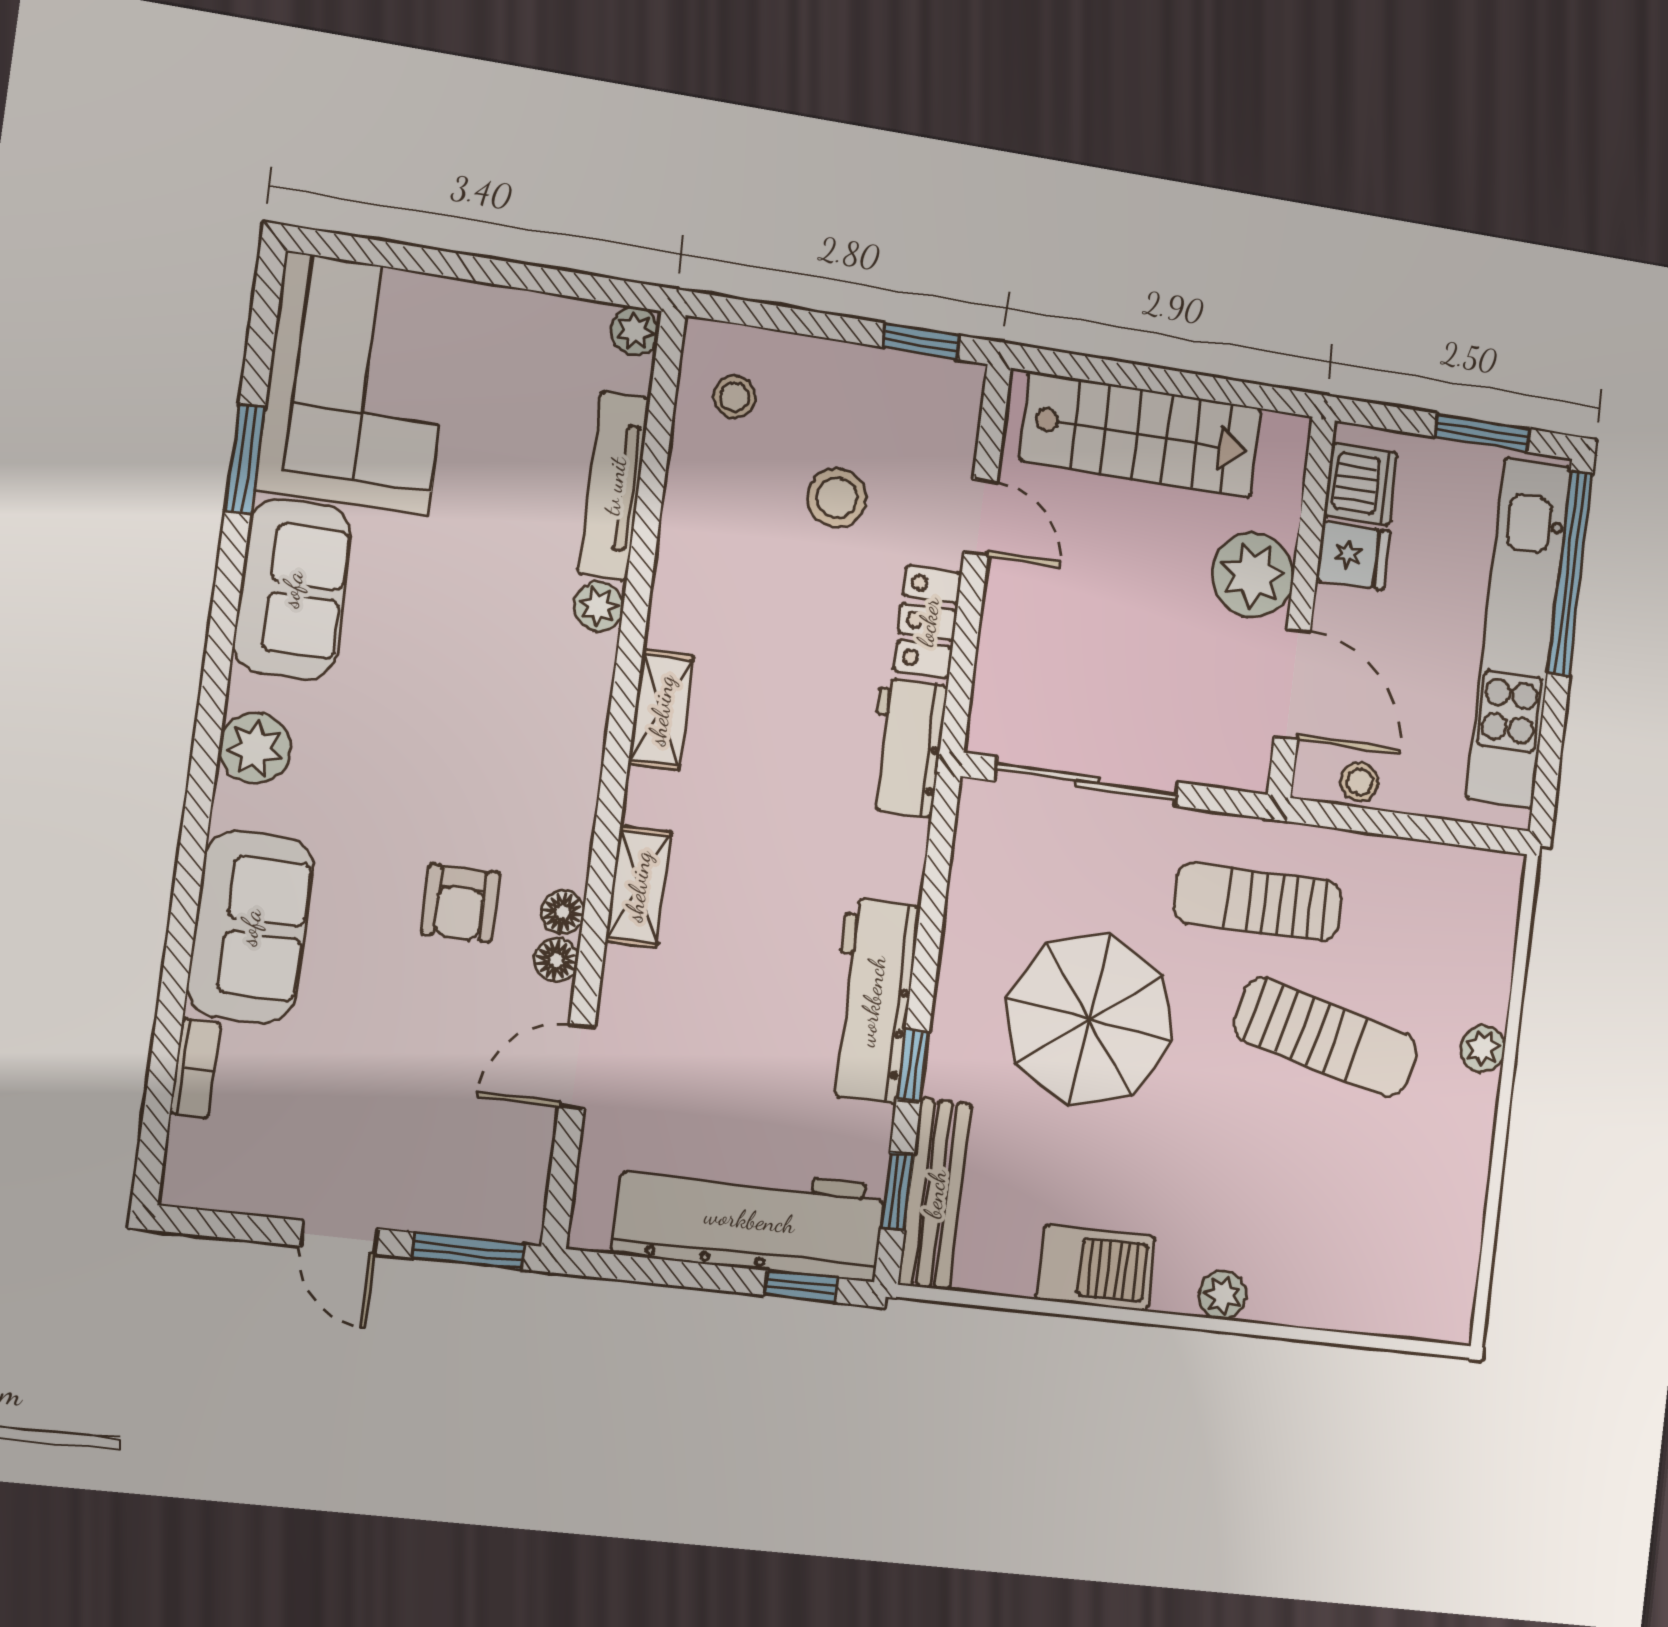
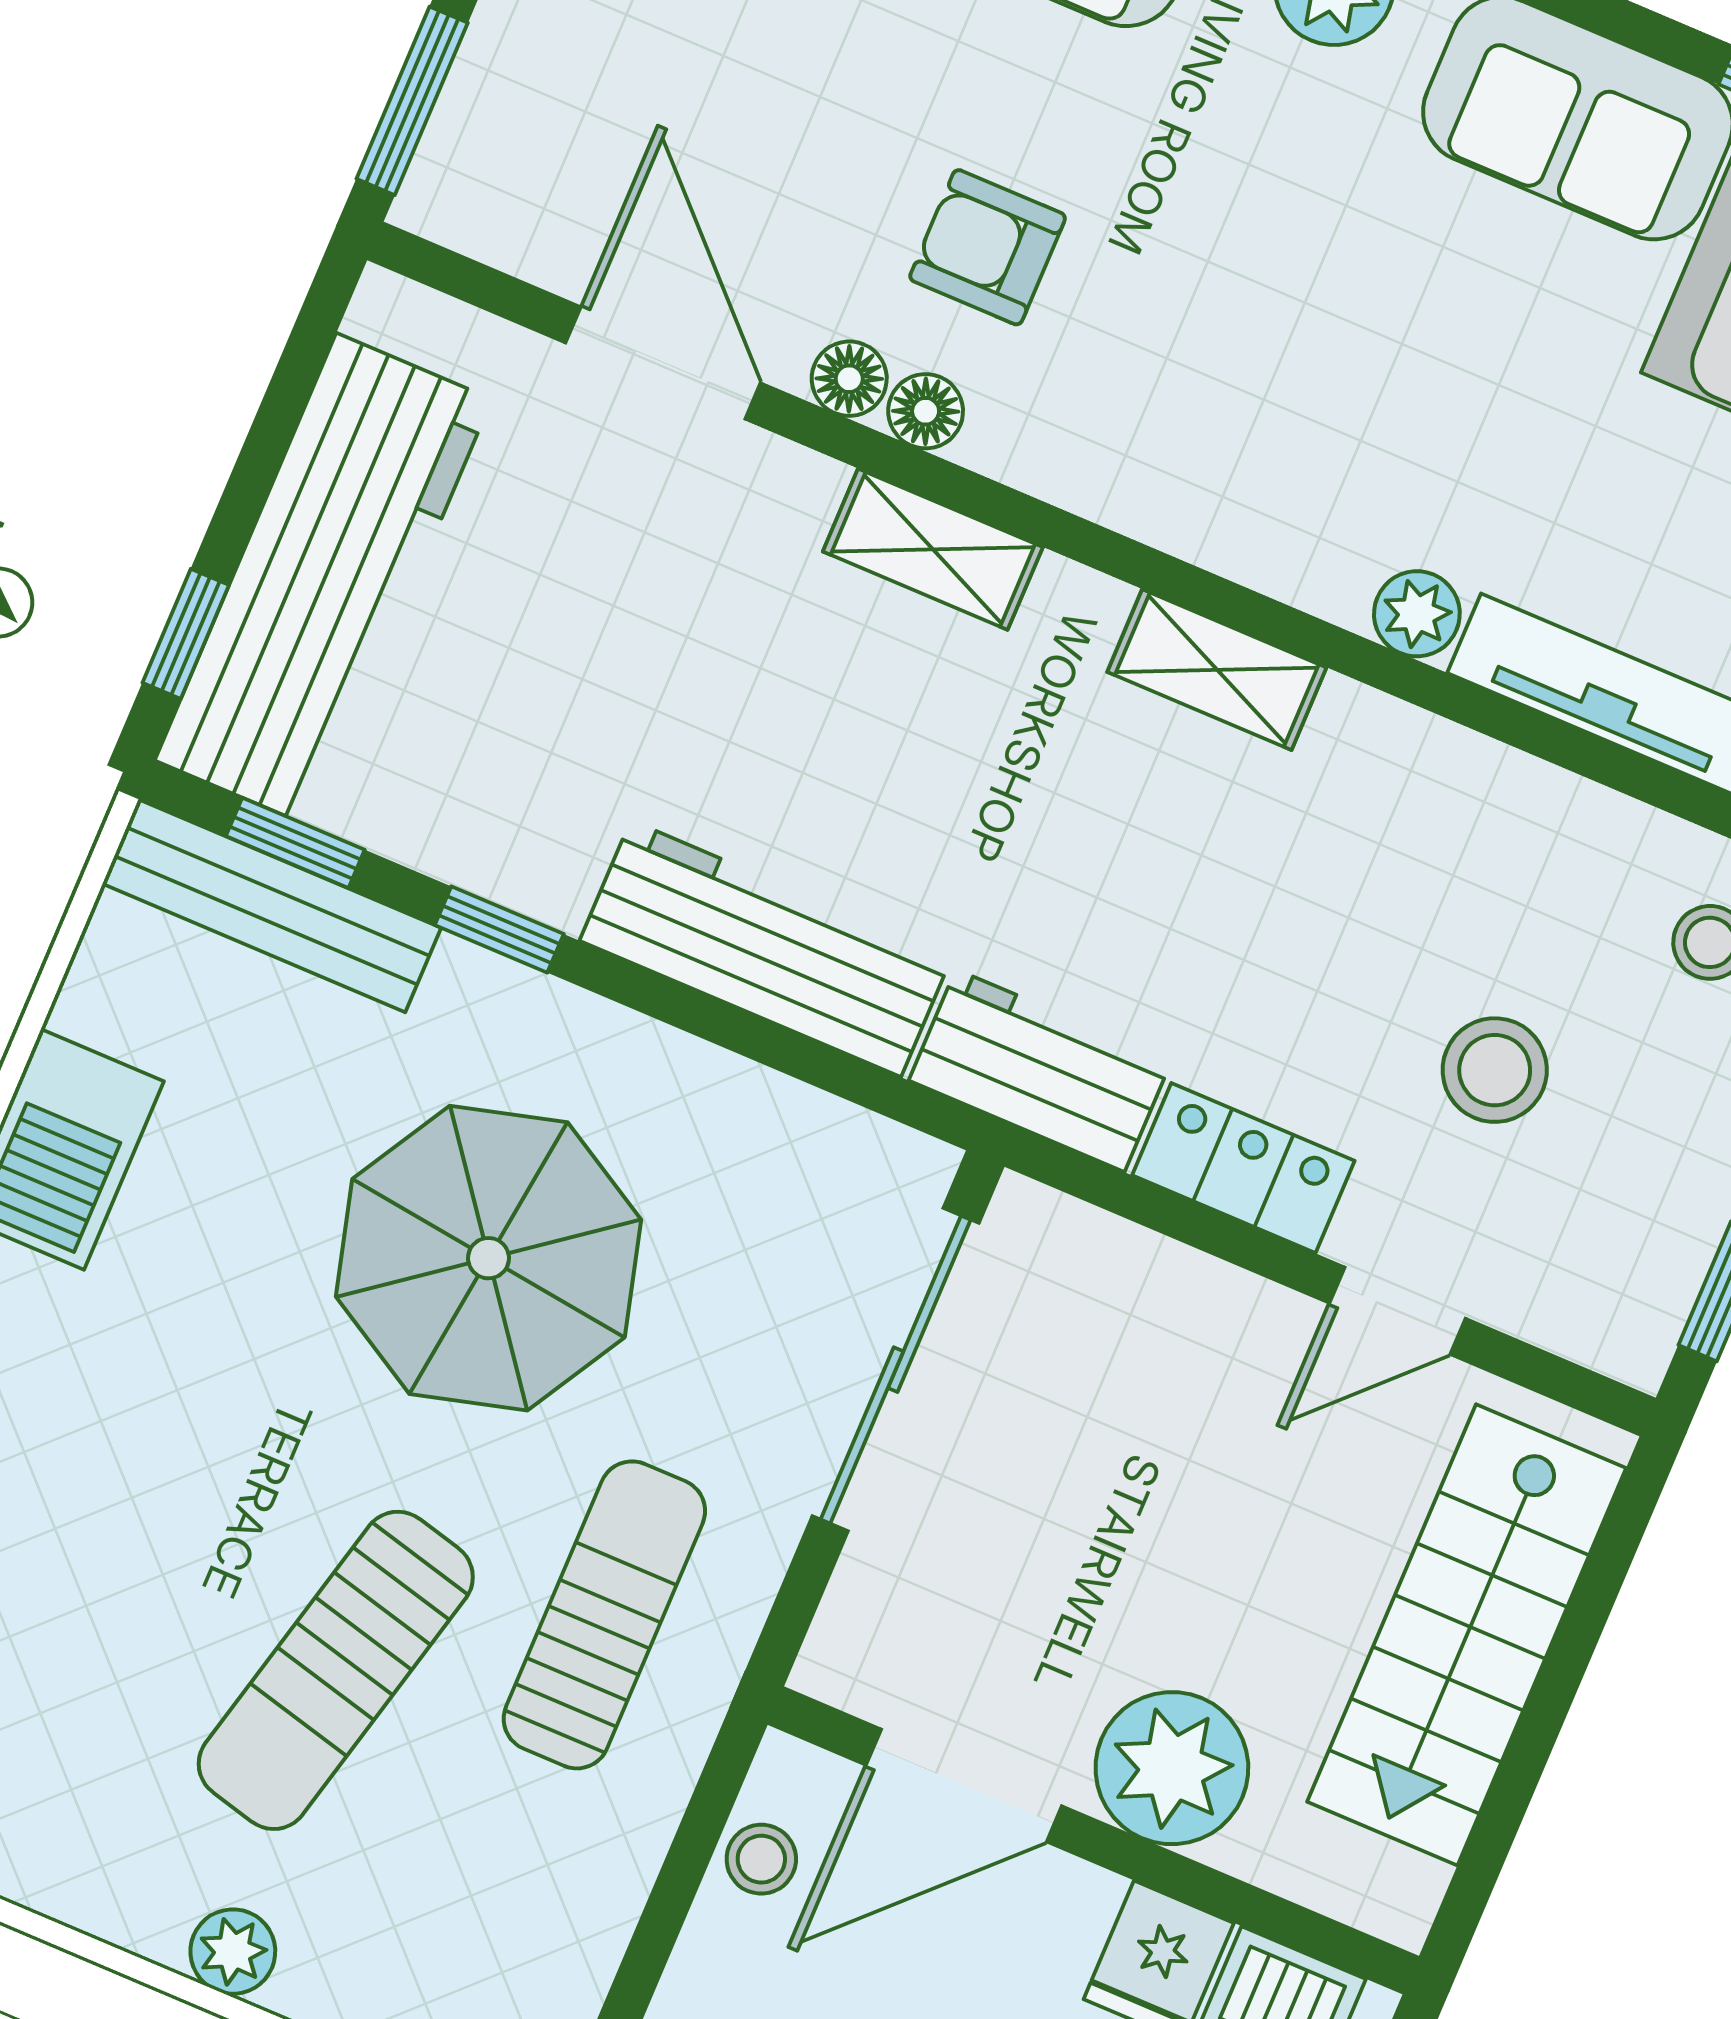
workbench: (872, 1001) -> (766, 949), moved
door: (577, 1067) -> (663, 363), width x1.38

